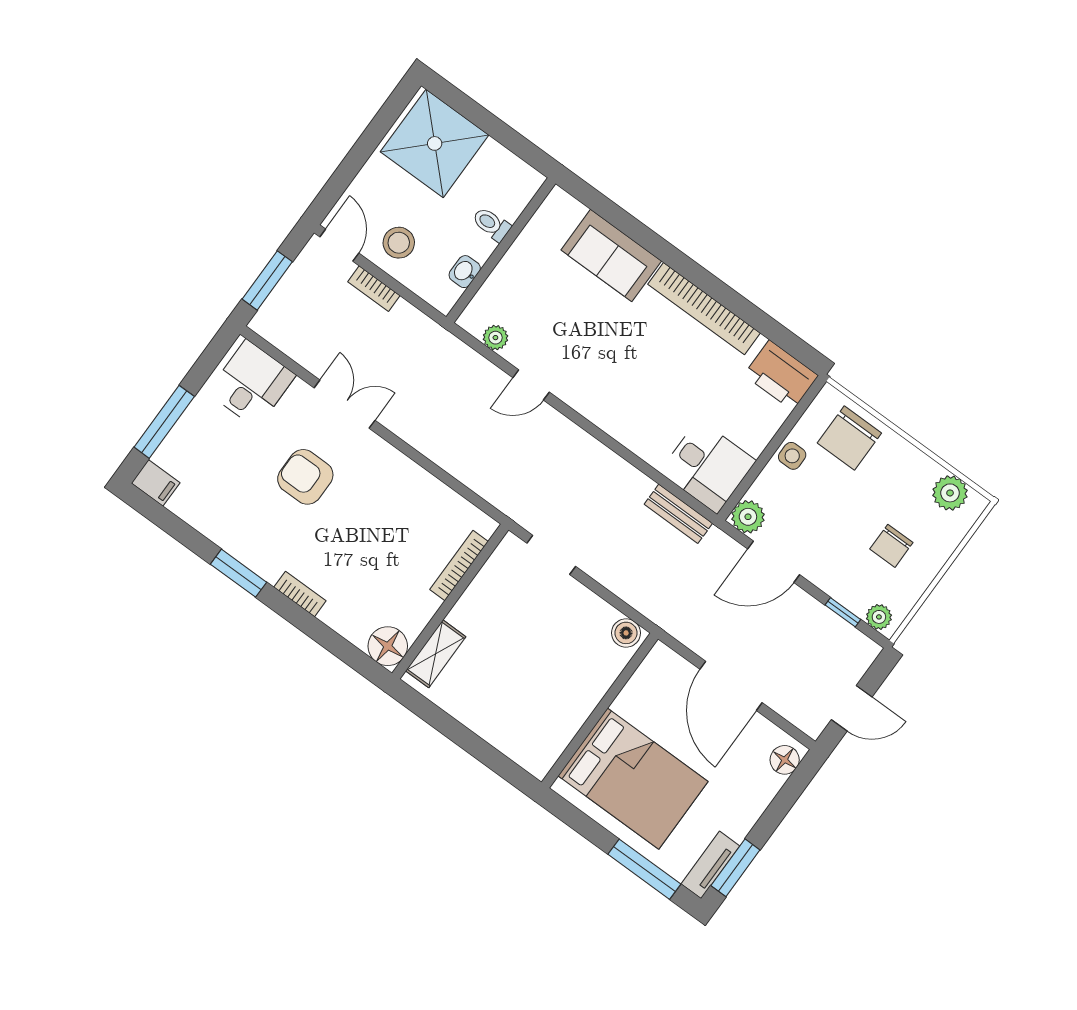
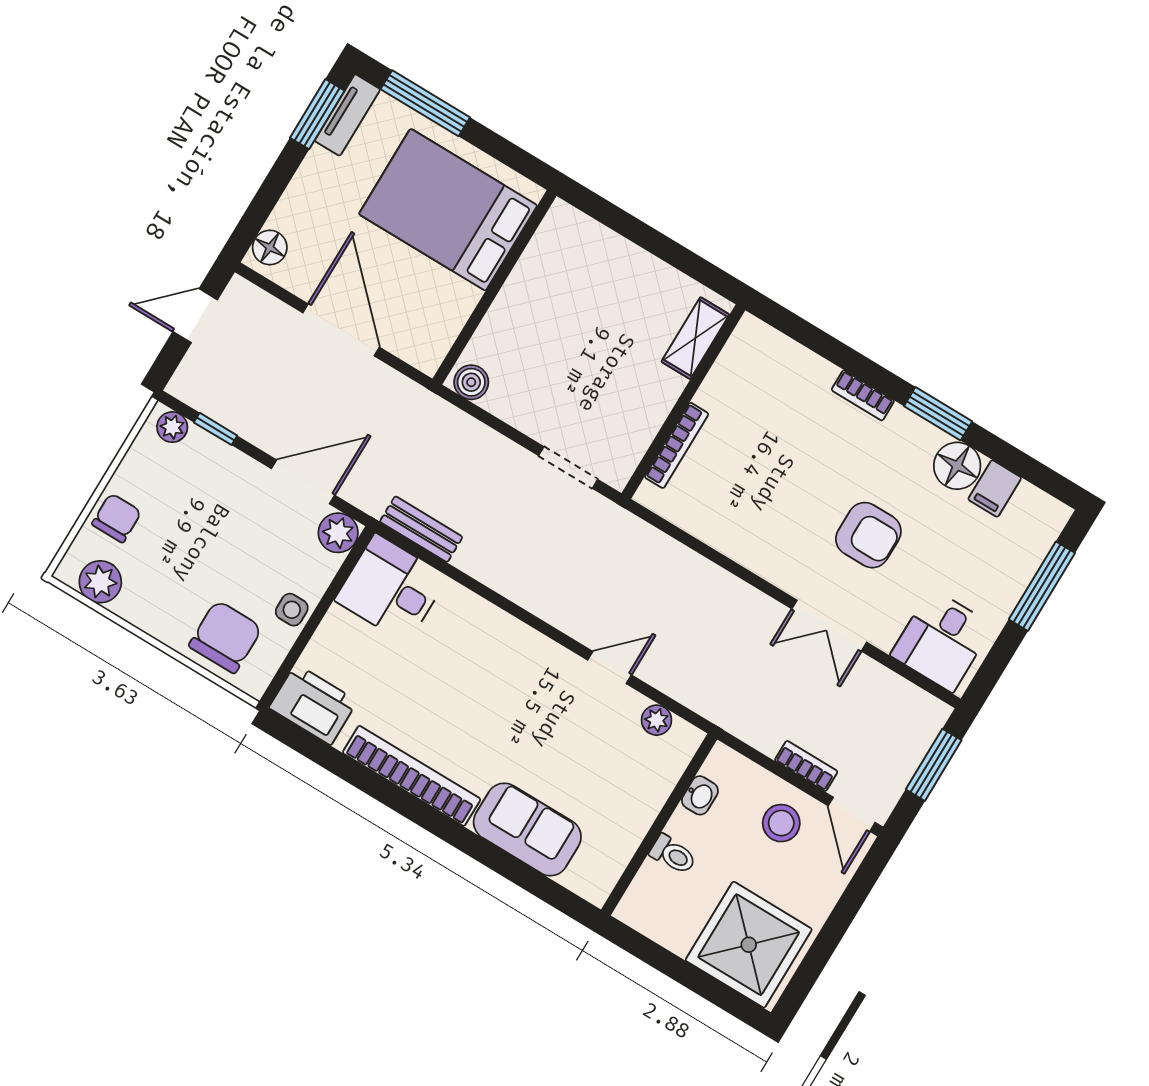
filing cabinet: (156, 483) -> (995, 489), moved, turned -90
chair: (891, 546) -> (117, 518), moved
floor lamp: (388, 646) -> (957, 466), moved

